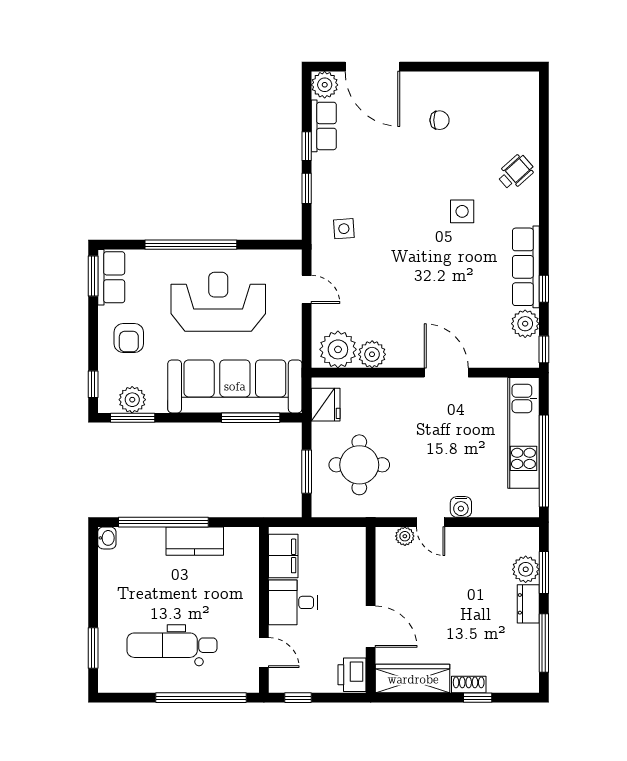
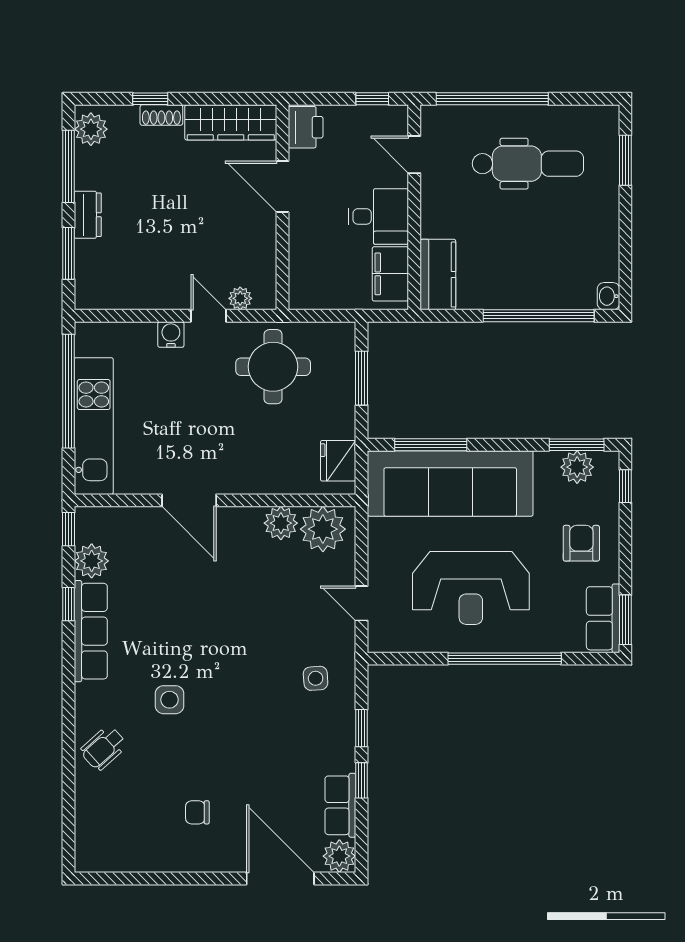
round table: (359, 465) -> (273, 367), moved
kitchen counter: (195, 541) -> (438, 275), moved, turned 90
plant: (526, 569) -> (91, 129), moved

